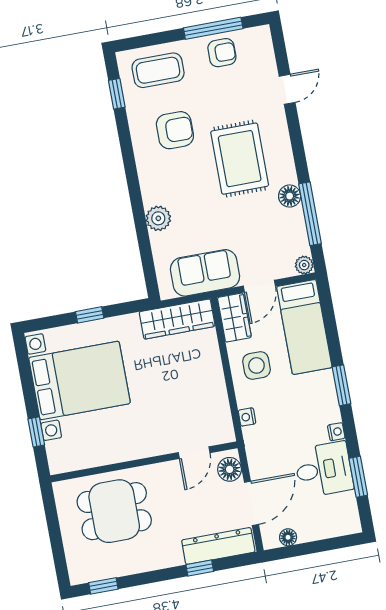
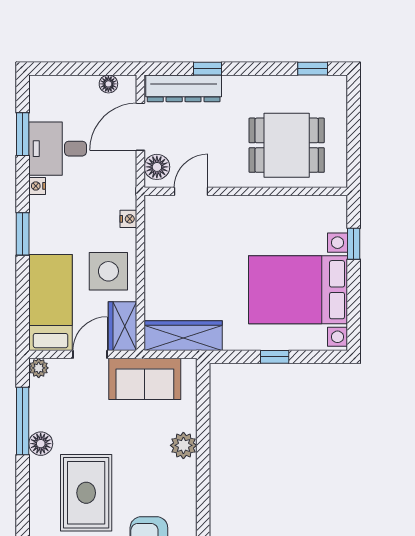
side table: (256, 365) -> (108, 271), width x1.37, depth x1.37

